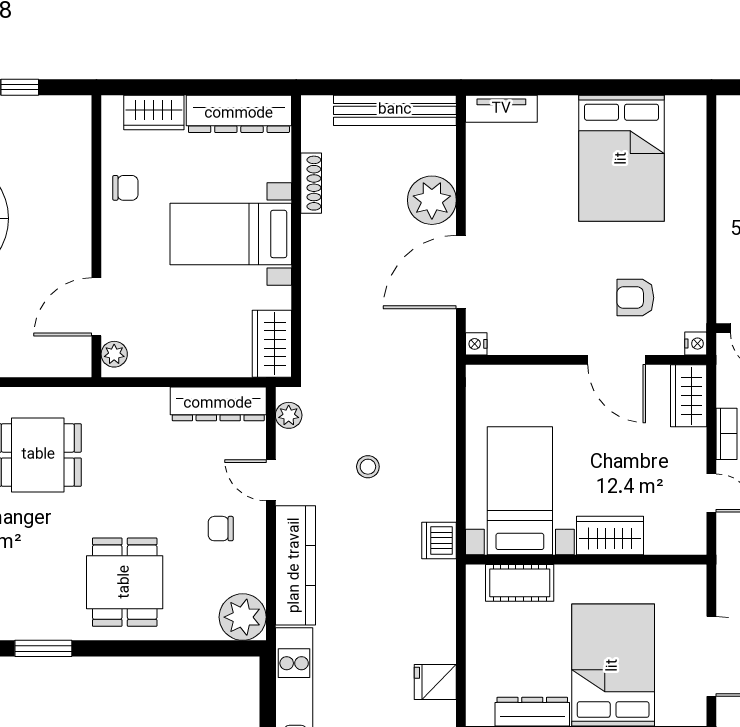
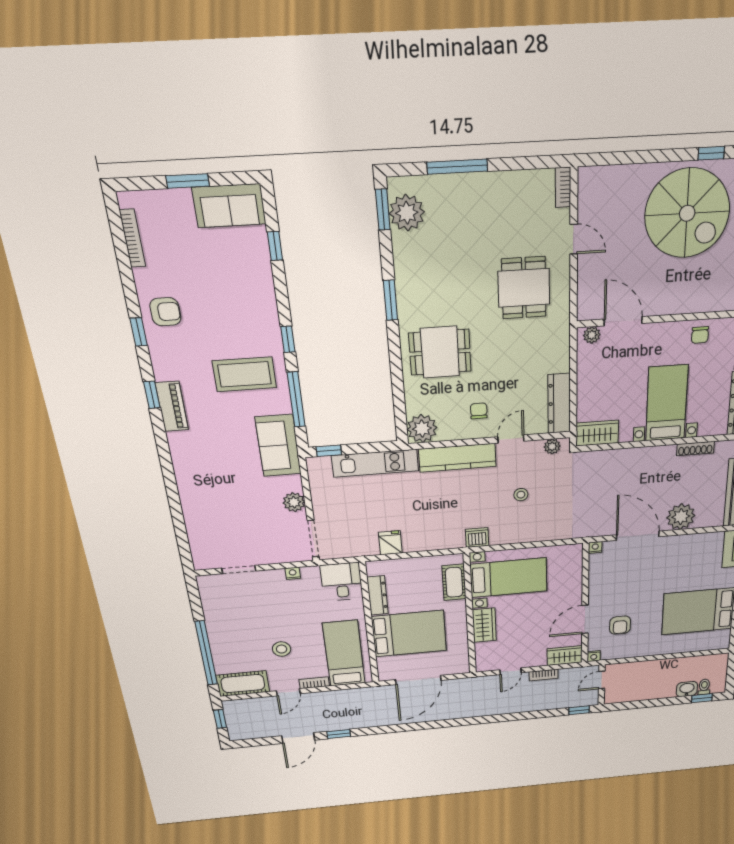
armchair: (635, 298) -> (620, 625), turned 180

